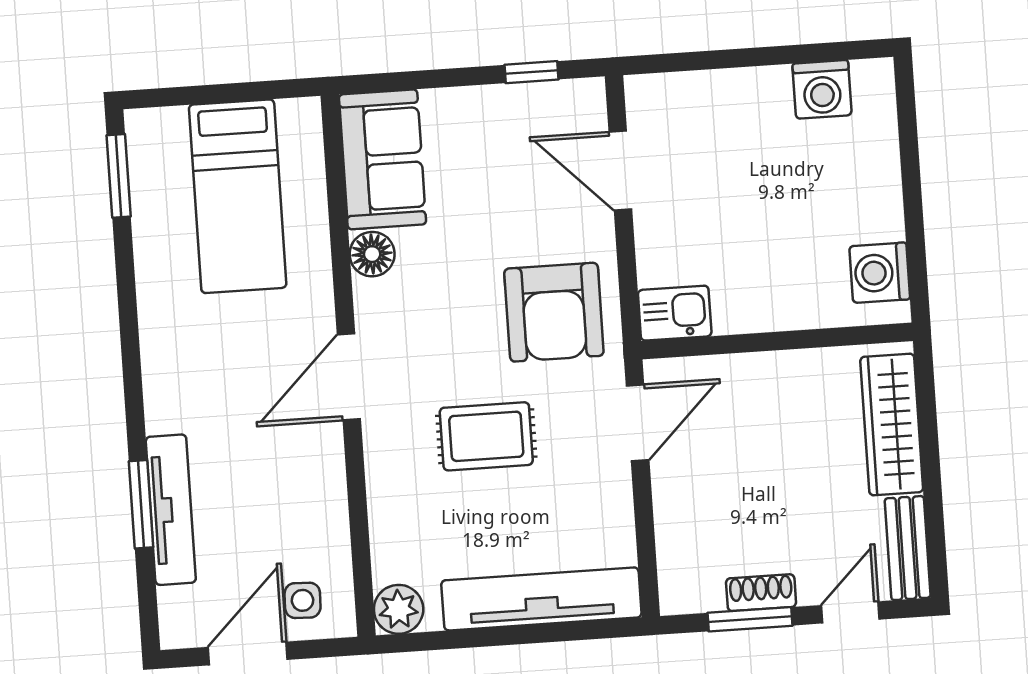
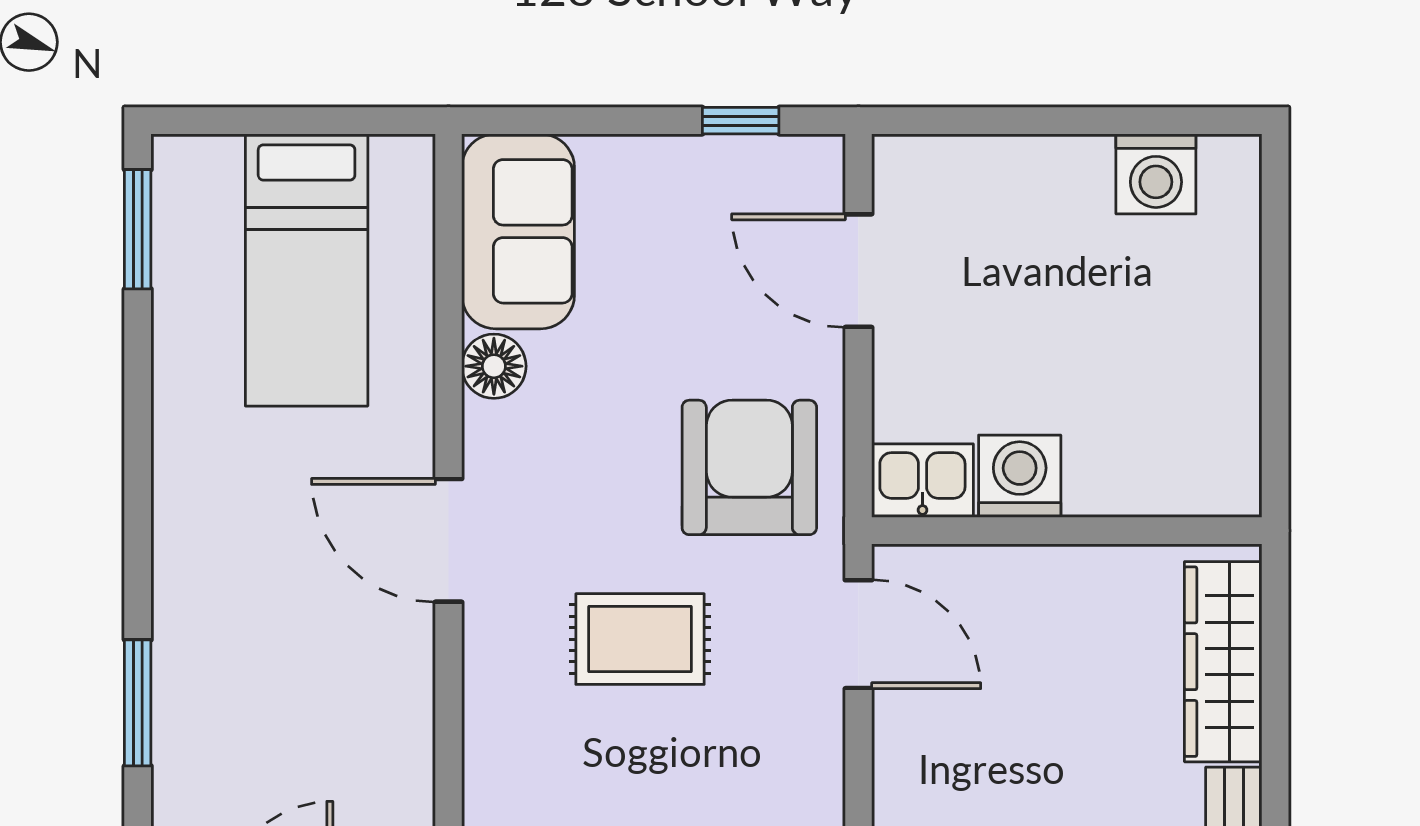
washing machine: (880, 273) -> (1020, 476), moved, turned 90
armchair: (554, 312) -> (749, 467), turned 180
door: (349, 377) -> (449, 540), hinge flipped
door: (638, 423) -> (858, 634), hinge flipped
tv unit: (171, 510) -> (180, 714), removed

